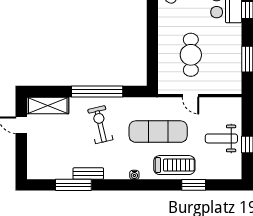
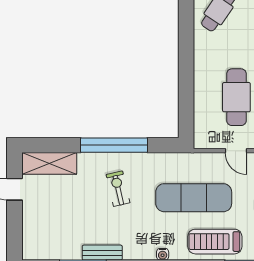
exercise bike: (100, 125) -> (118, 189), width x0.73, depth x0.72
treadmill: (174, 165) -> (215, 242), turned 180

